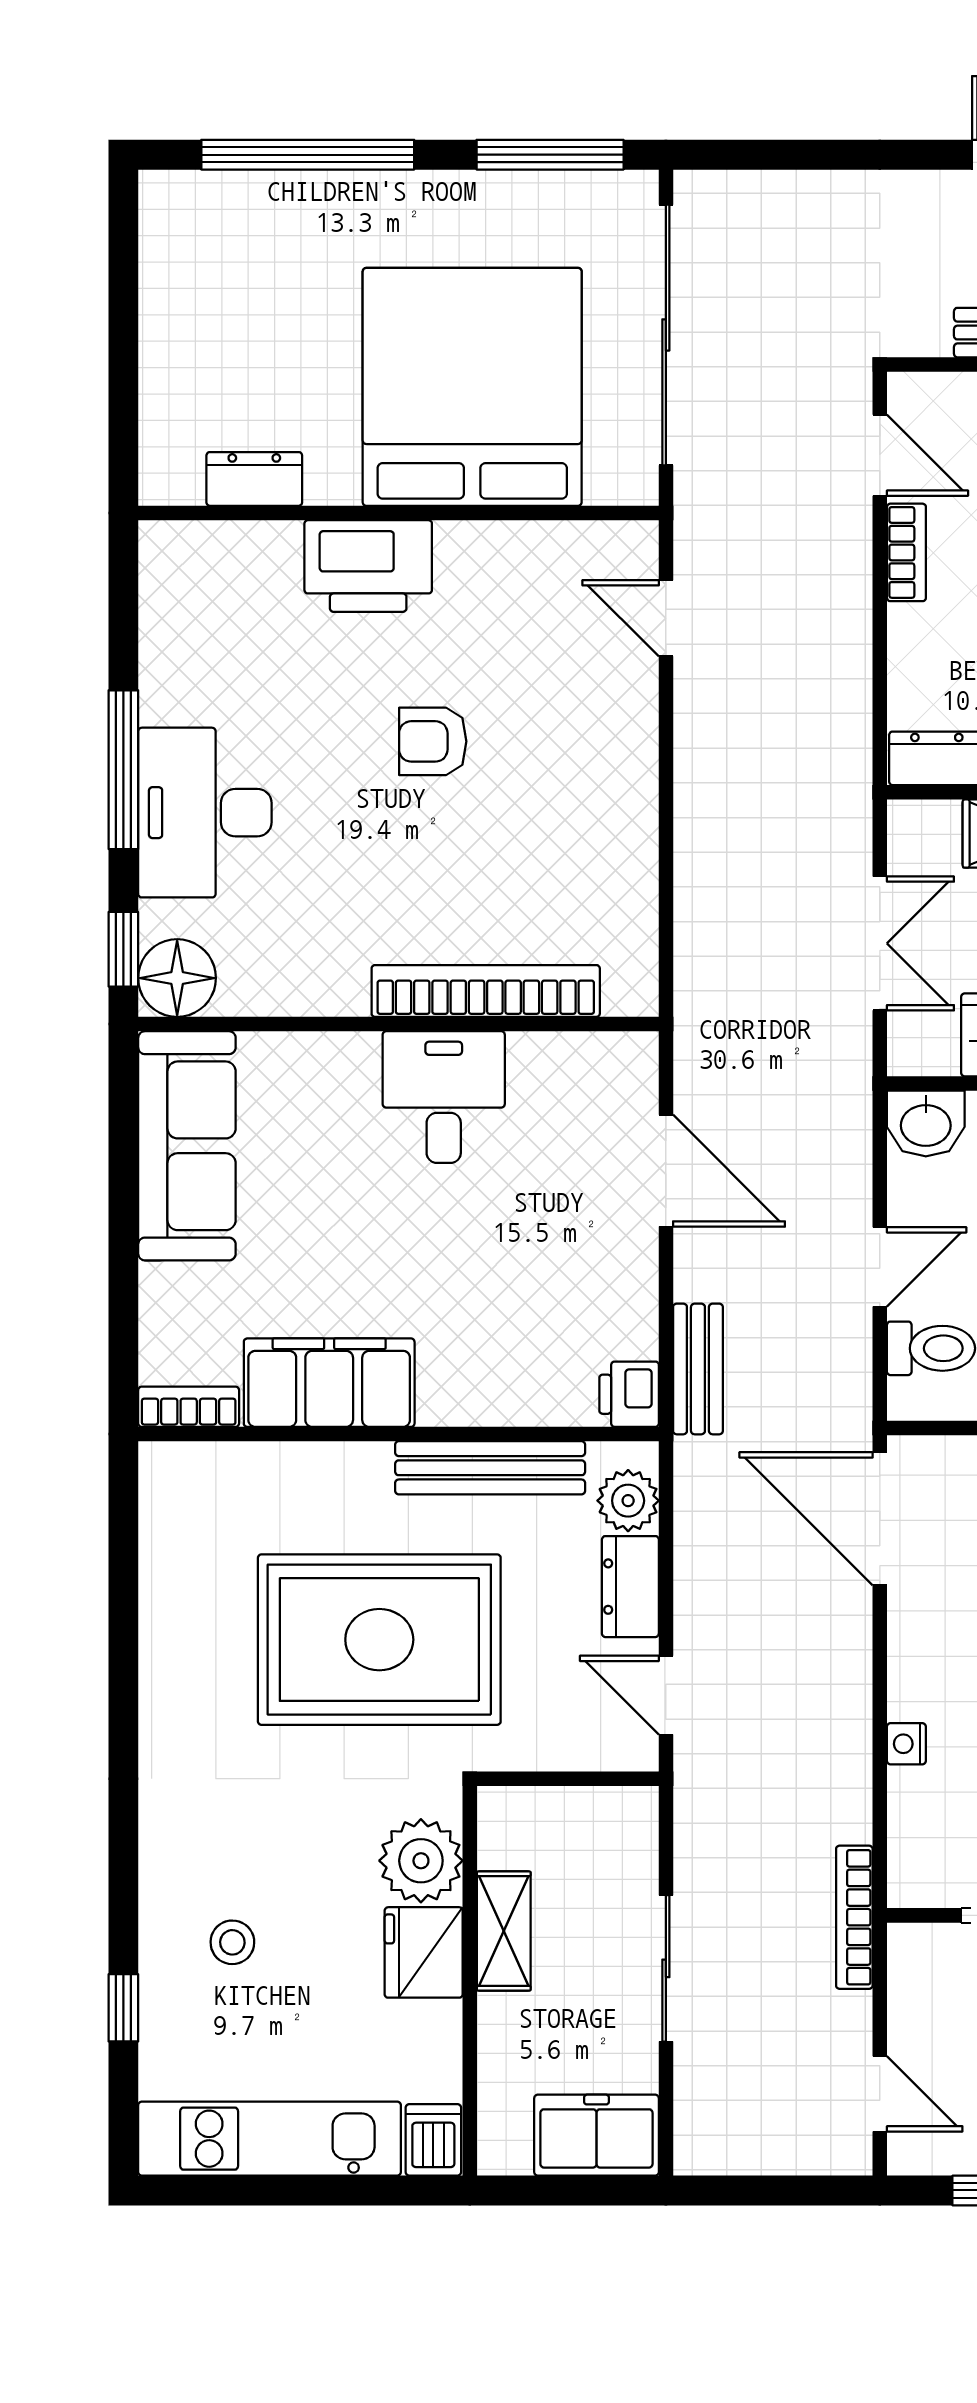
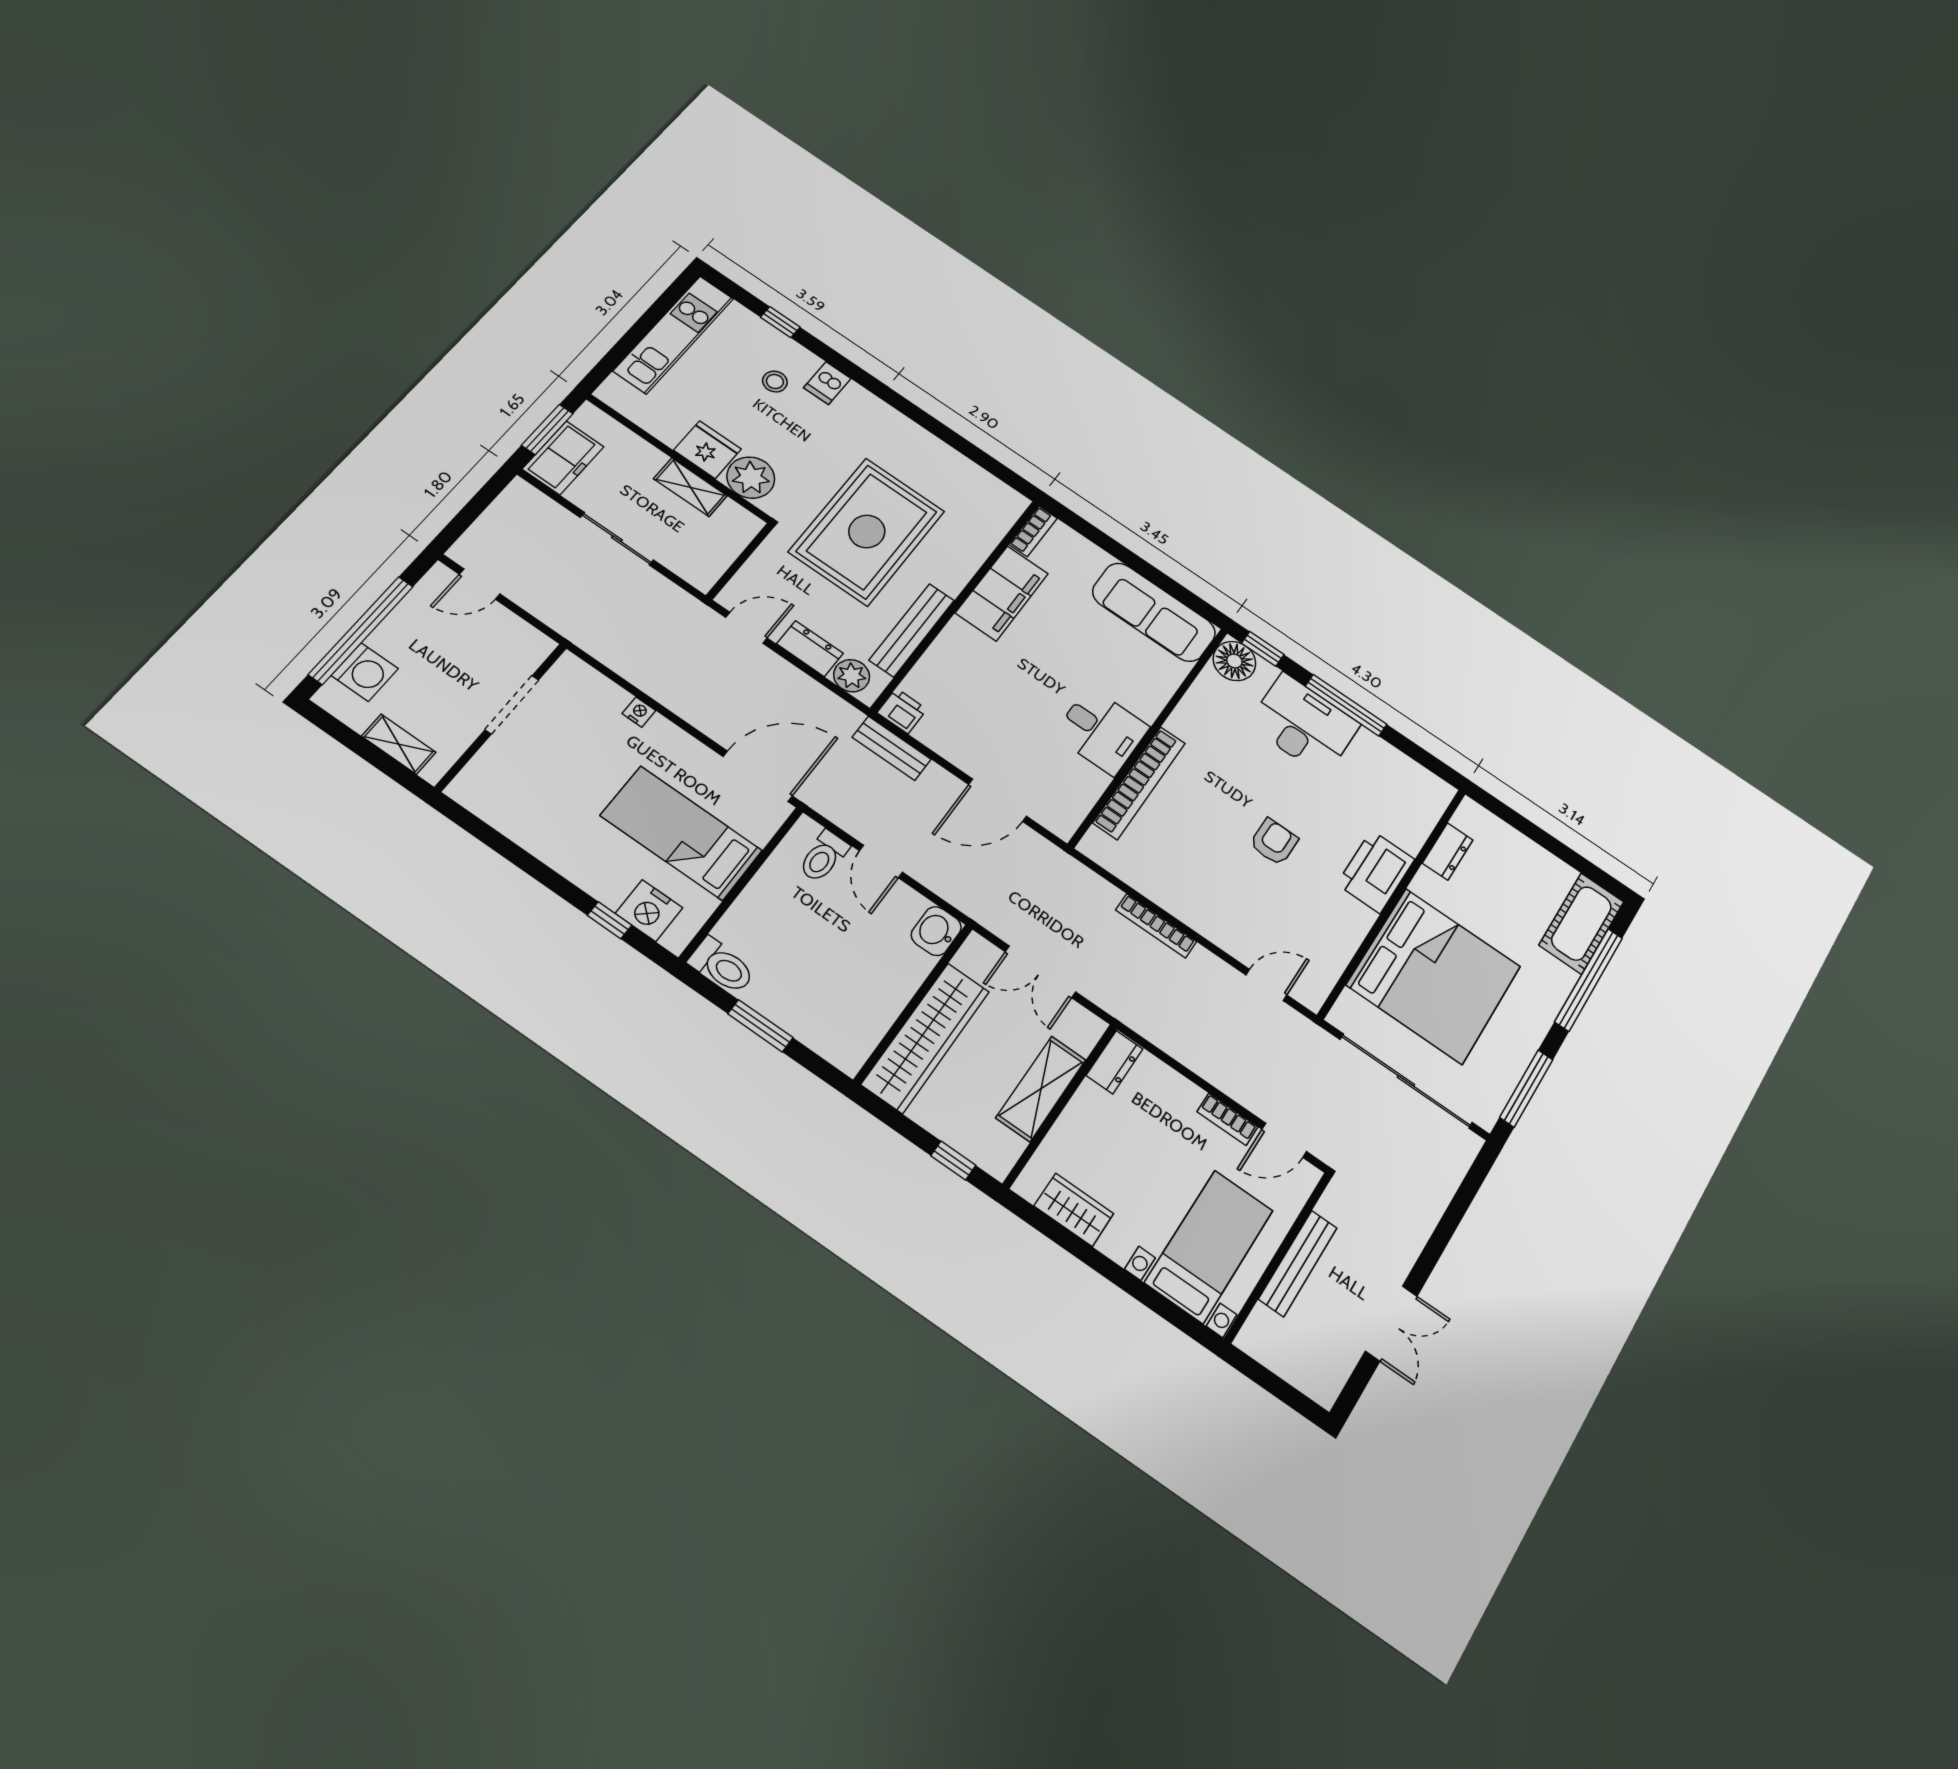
cot: (223, 214) -> (1581, 923), added
bookcase: (854, 1917) -> (1156, 926), moved, turned 180
dishwasher: (433, 2140) -> (827, 383), moved, turned 90
window: (568, 2190) -> (547, 429), added

